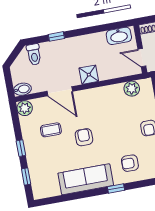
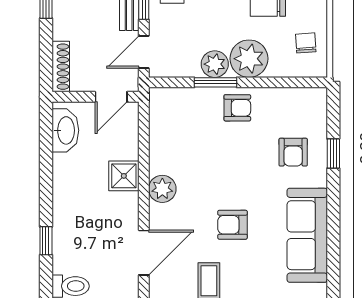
shower: (89, 75) -> (124, 176), moved
plant: (132, 89) -> (162, 189), moved
window: (116, 188) -> (333, 153), moved

